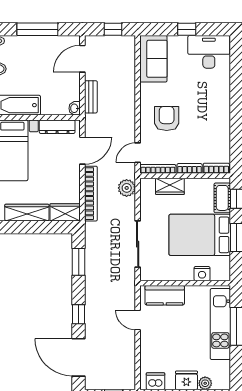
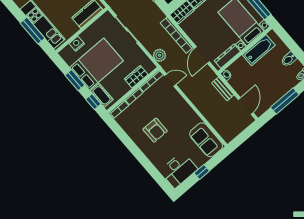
window: (113, 29) -> (243, 137), removed
armchair: (167, 118) -> (155, 130), moved
door: (138, 153) -> (170, 80), hinge flipped

